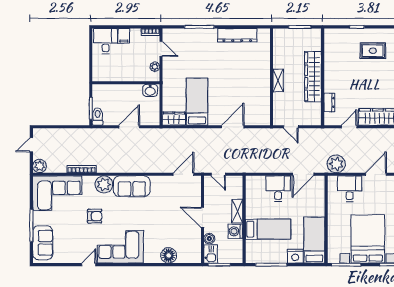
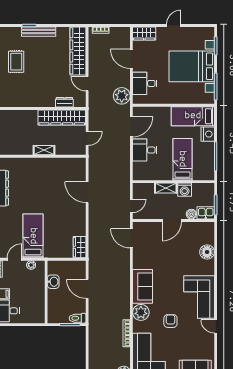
wardrobe: (313, 76) -> (62, 118), moved
washbasin: (150, 90) -> (53, 282), moved
bed: (197, 102) -> (33, 236), moved, turned 90
door: (303, 174) -> (131, 127), hinge flipped

